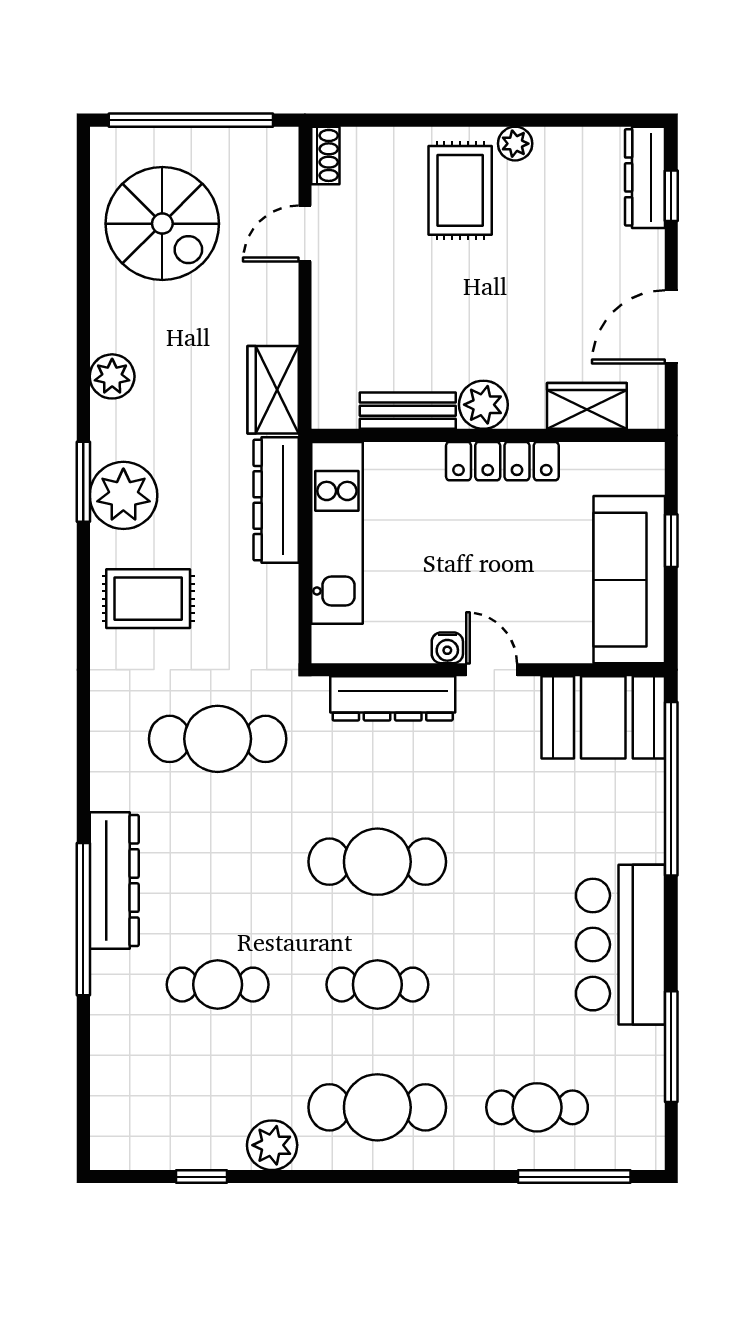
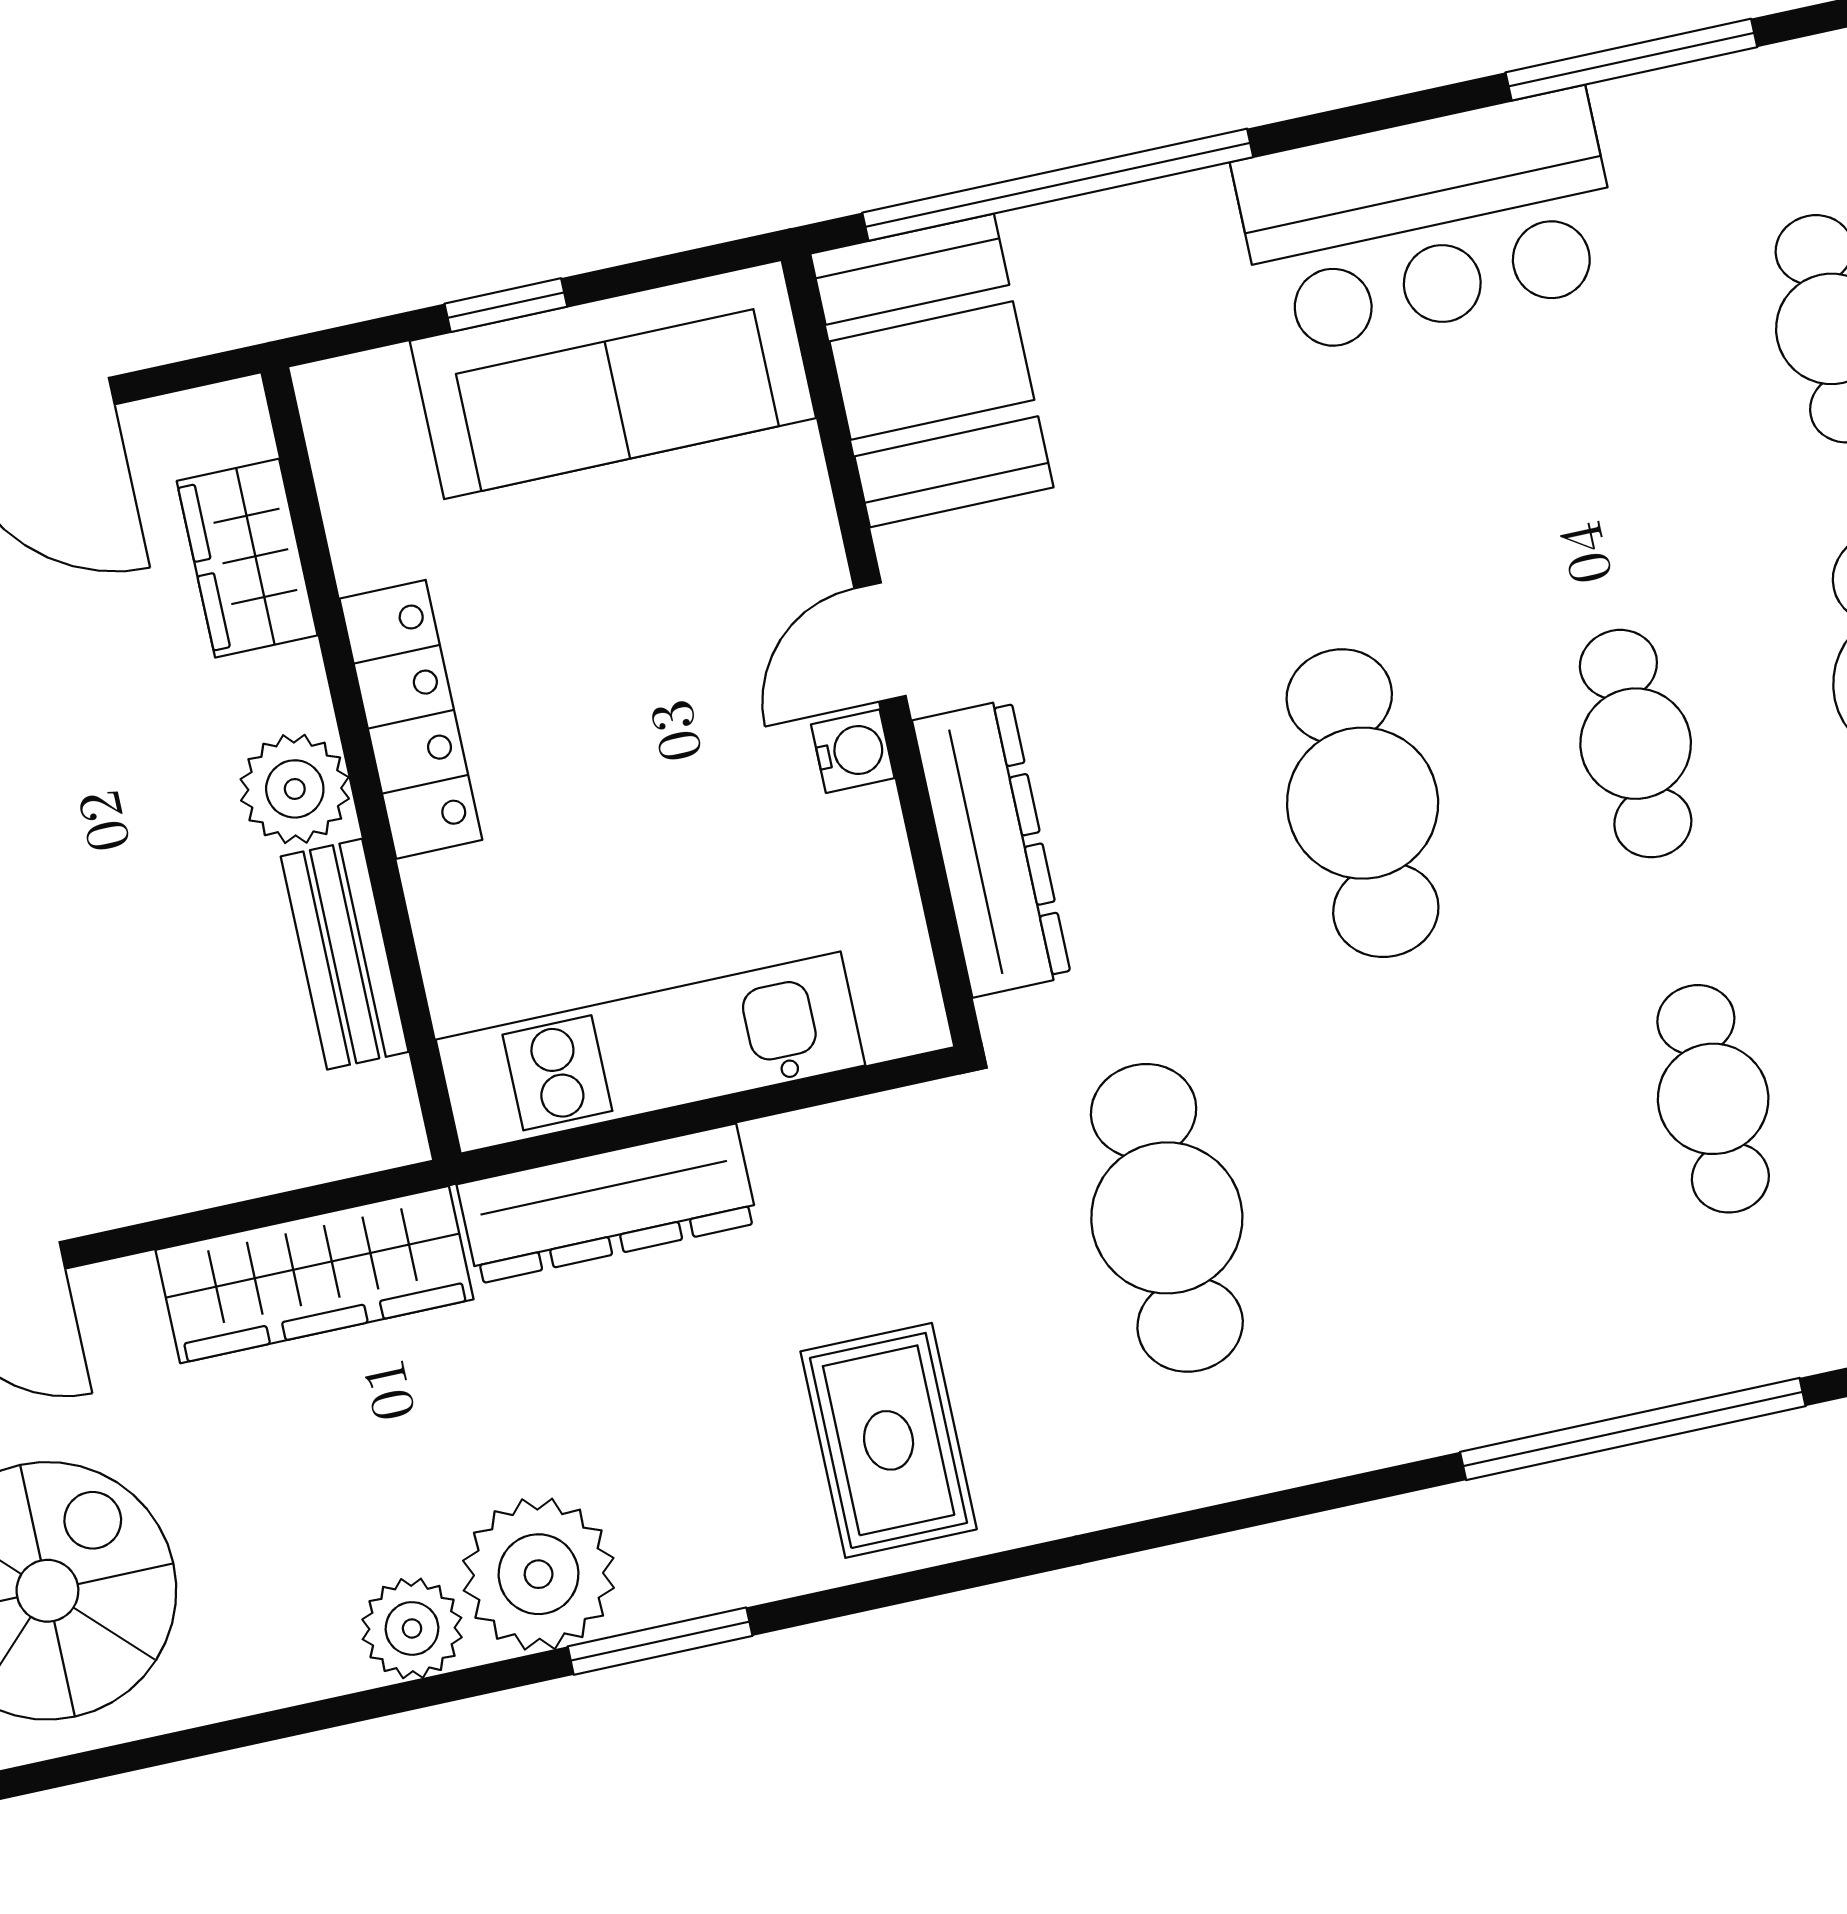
wardrobe: (273, 390) -> (315, 1275), width x1.50
plant: (123, 495) -> (539, 1574), moved
dresser: (114, 881) -> (1532, 1379), removed

